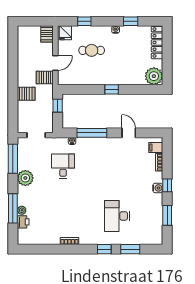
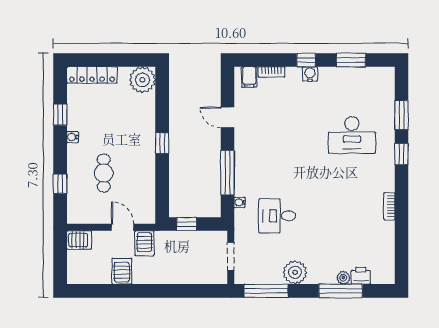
fridge: (65, 33) -> (77, 212), removed
server rack: (26, 94) -> (122, 271), moved
door: (129, 133) -> (227, 118), hinge flipped

